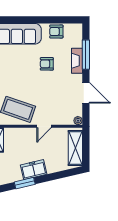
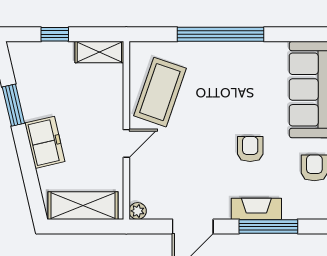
door: (44, 126) -> (126, 143), swing flipped
freezer: (34, 170) -> (45, 142), moved

